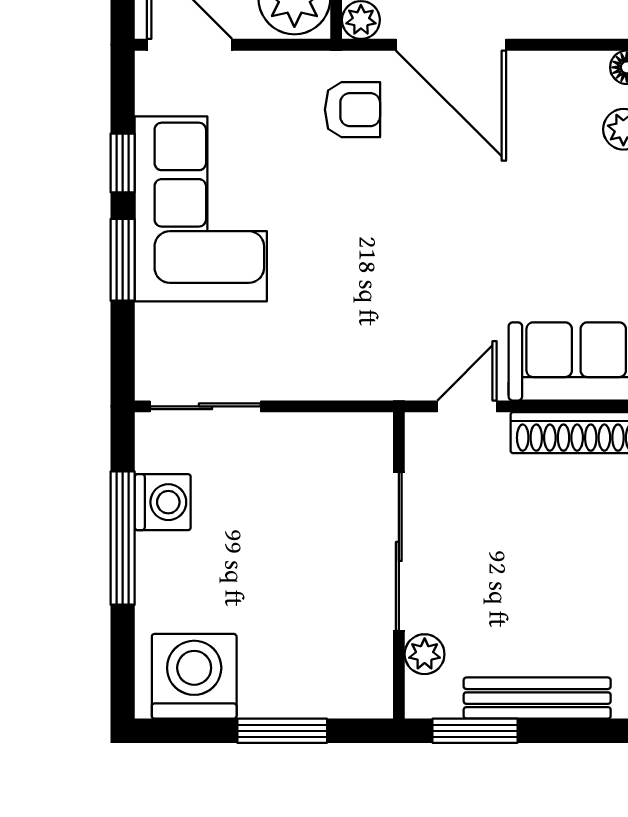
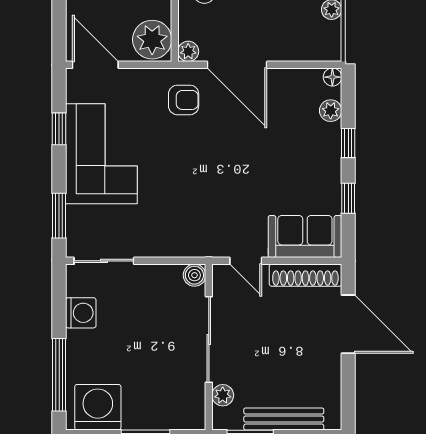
window: (123, 260) -> (59, 216), moved
door: (467, 406) -> (246, 261), swing flipped
boiler: (372, 433) -> (194, 275), added
window: (123, 538) -> (59, 375), moved

